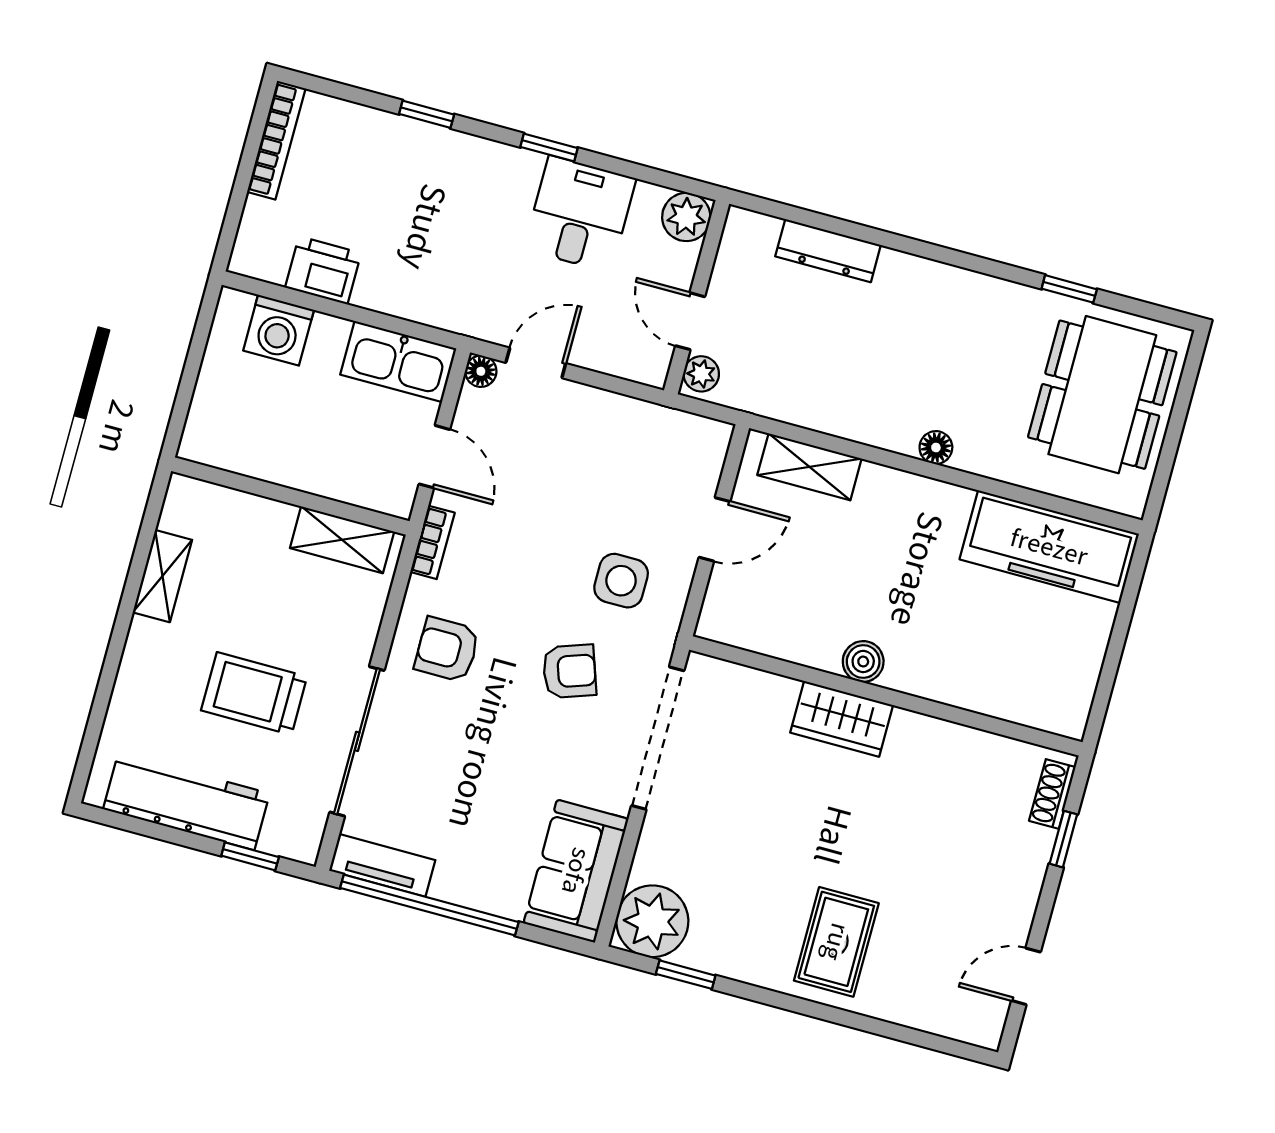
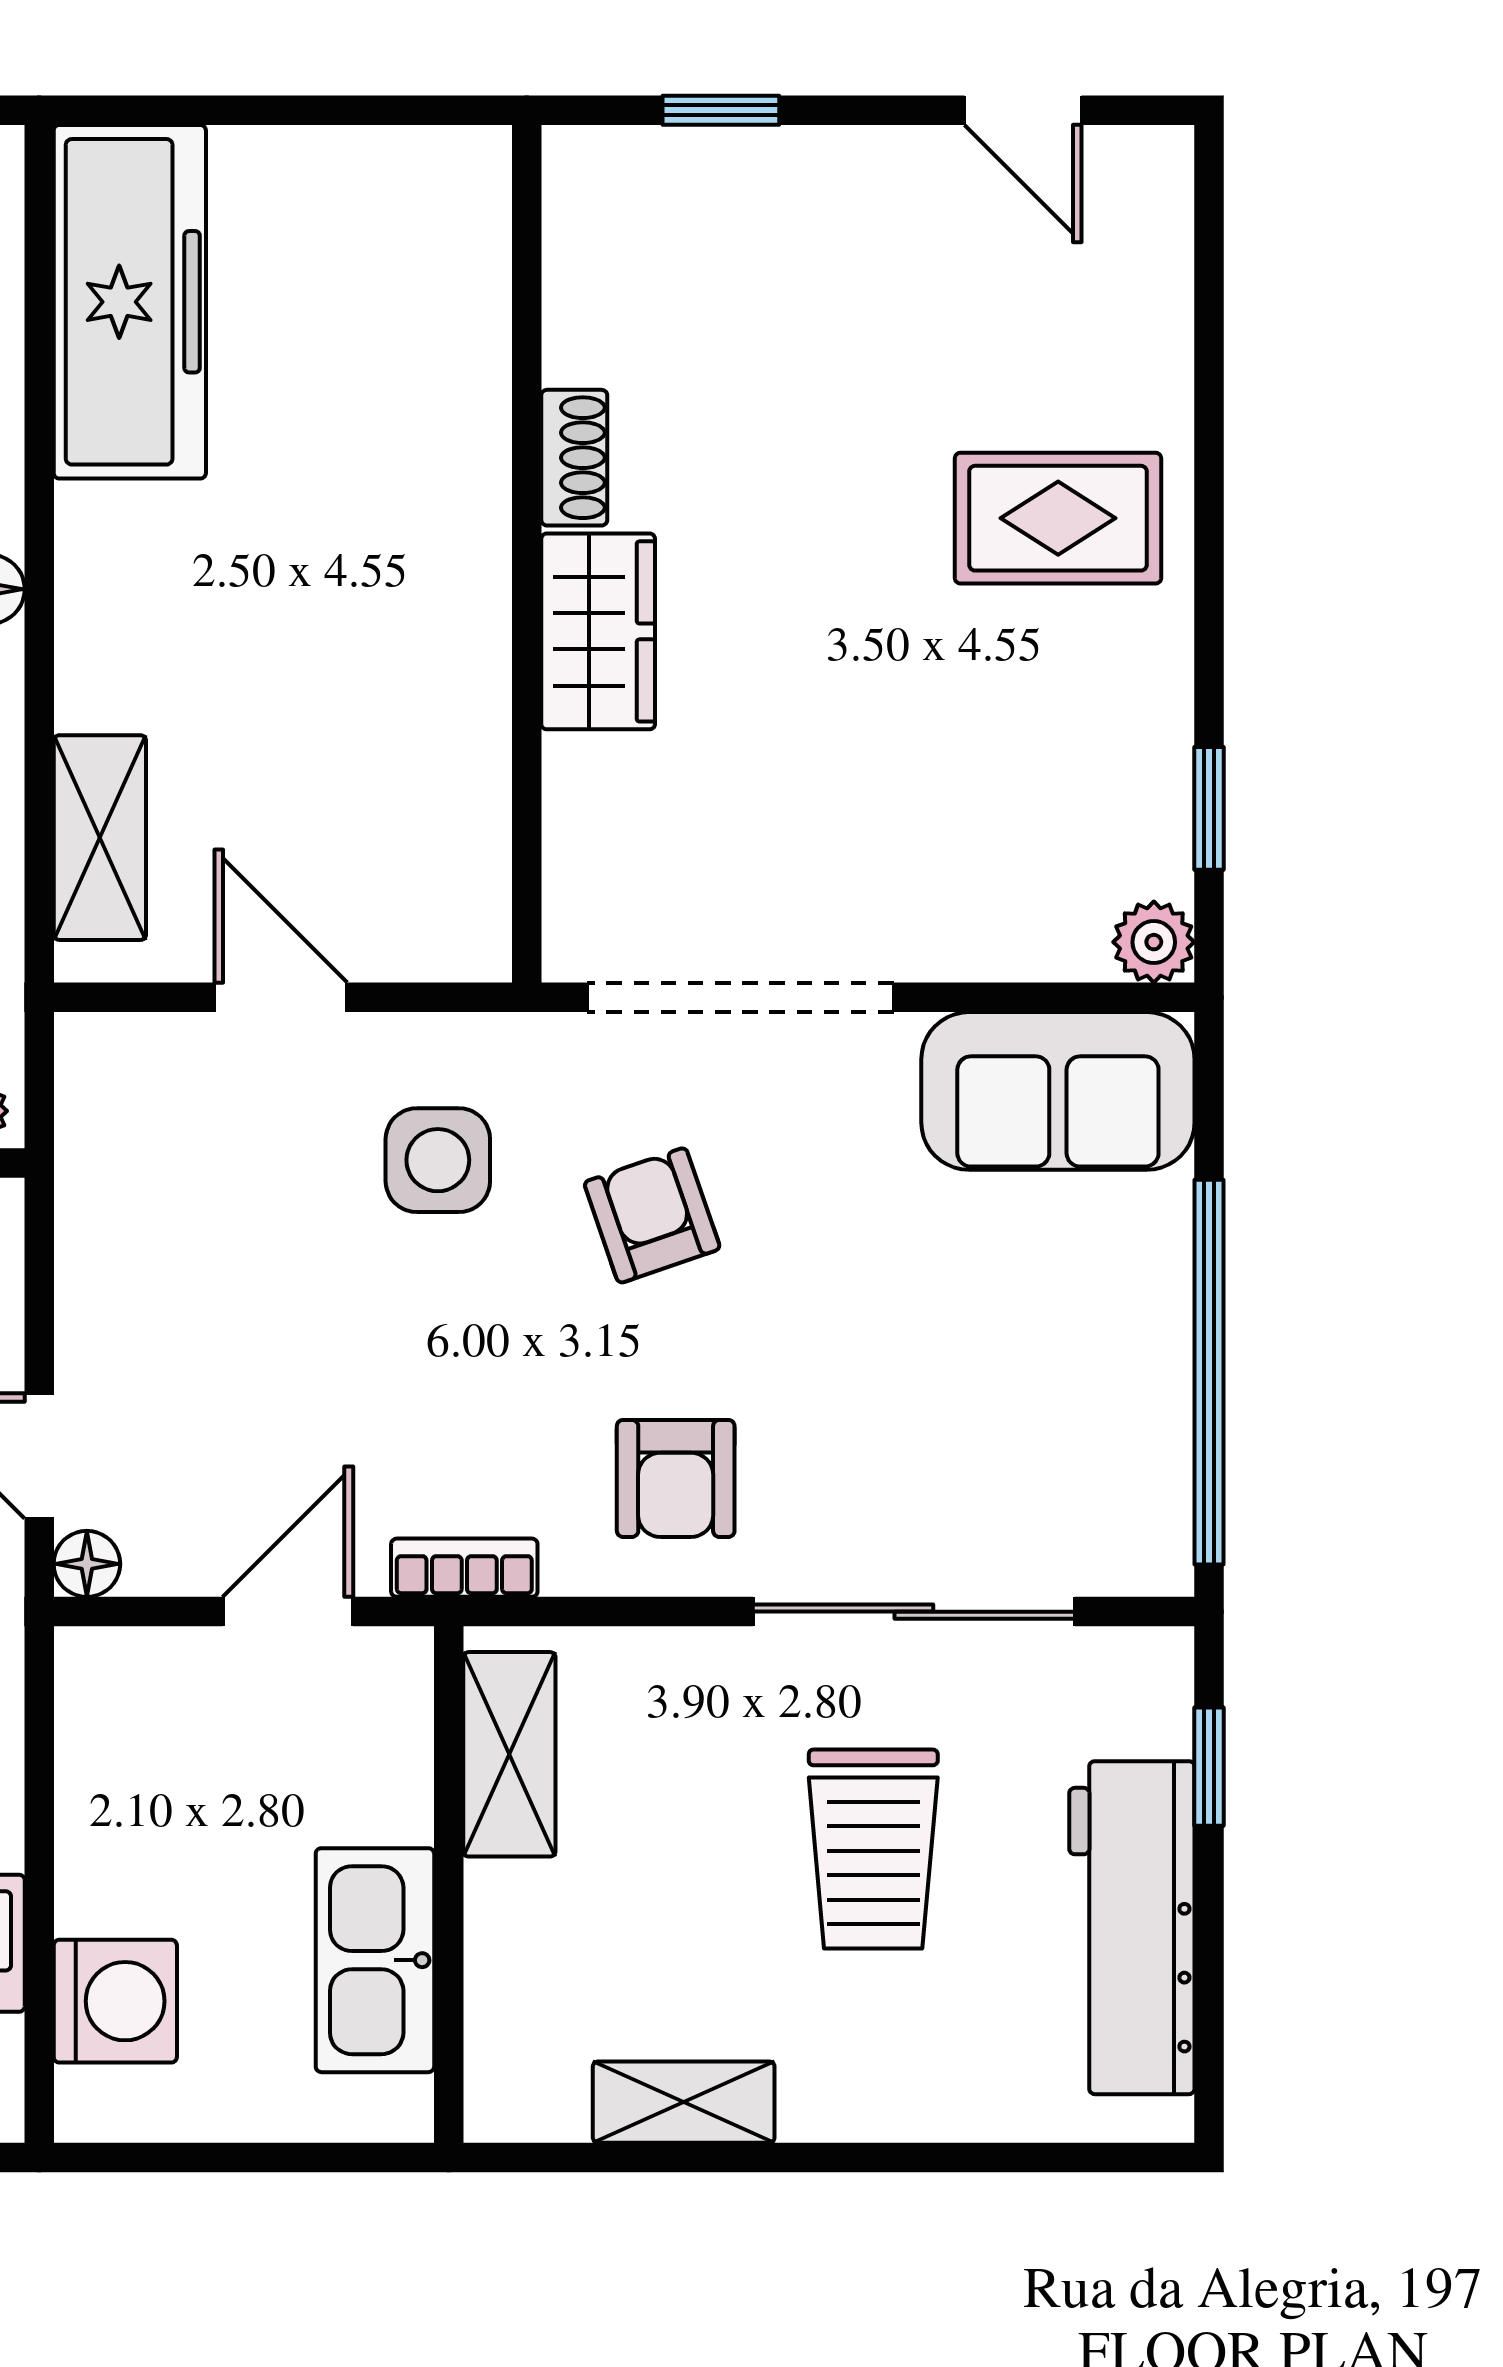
kitchen sink: (398, 362) -> (375, 1960), moved, turned 180
boiler: (863, 662) -> (469, 619), removed
shoe rack: (1052, 794) -> (574, 458), moved, turned -90
tv unit: (382, 865) -> (1154, 1491), removed
plant: (652, 921) -> (1154, 942), width x0.53, depth x0.53

